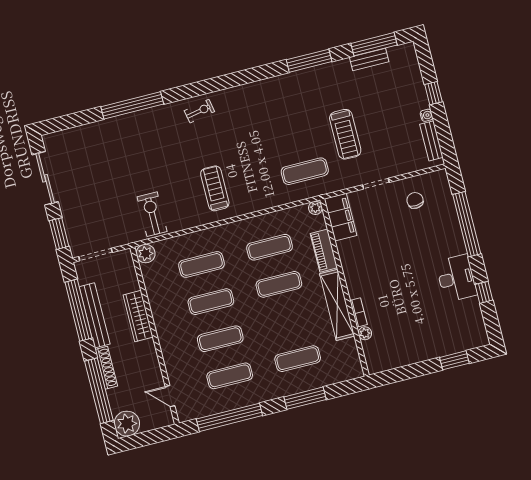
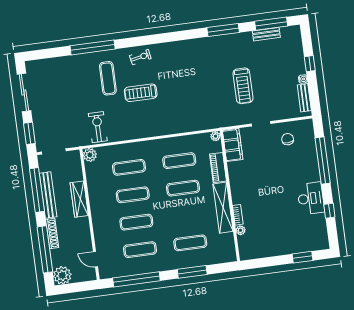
exercise mat: (305, 171) -> (108, 78), moved, turned 90
treadmill: (215, 188) -> (141, 93), moved, turned -90

